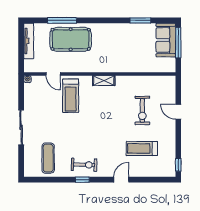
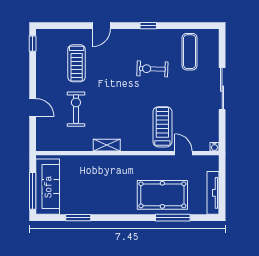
sofa: (166, 40) -> (48, 187), width x1.36
shelving: (104, 81) -> (107, 145), moved
treadmill: (142, 149) -> (77, 63), turned 90
exercise bike: (84, 165) -> (152, 69), moved

